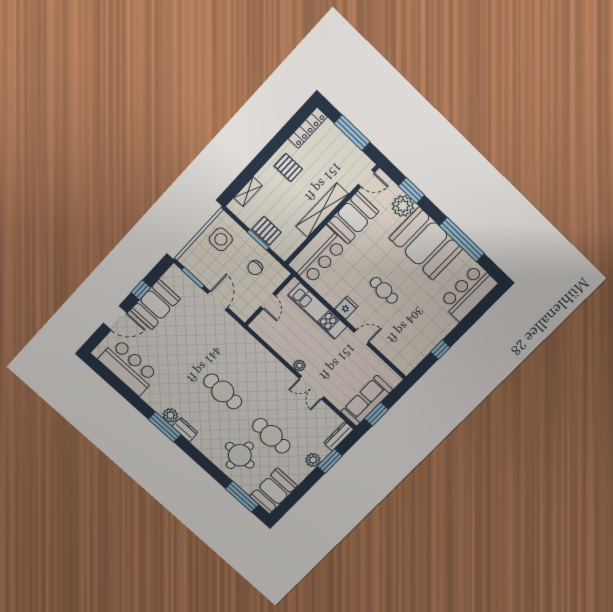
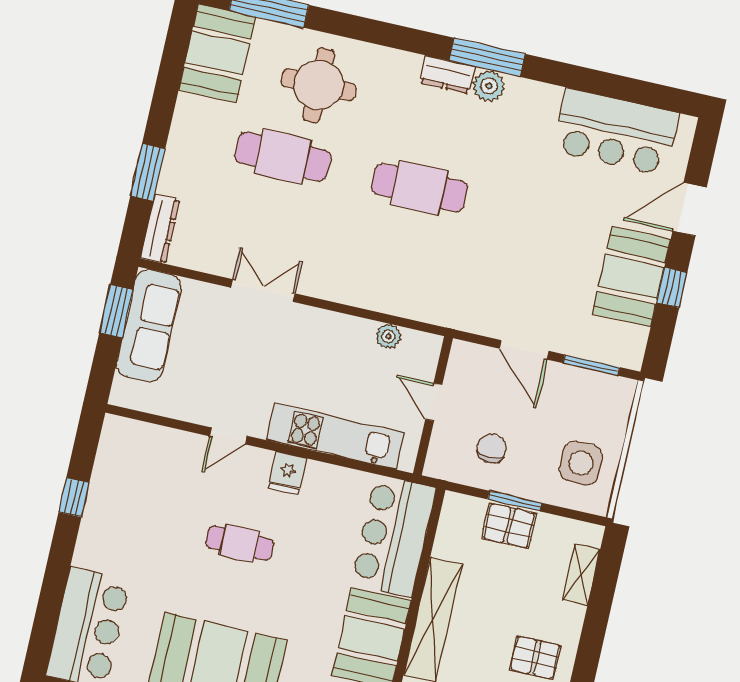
plant: (299, 366) -> (388, 336), moved
plant: (313, 460) -> (180, 156), removed

